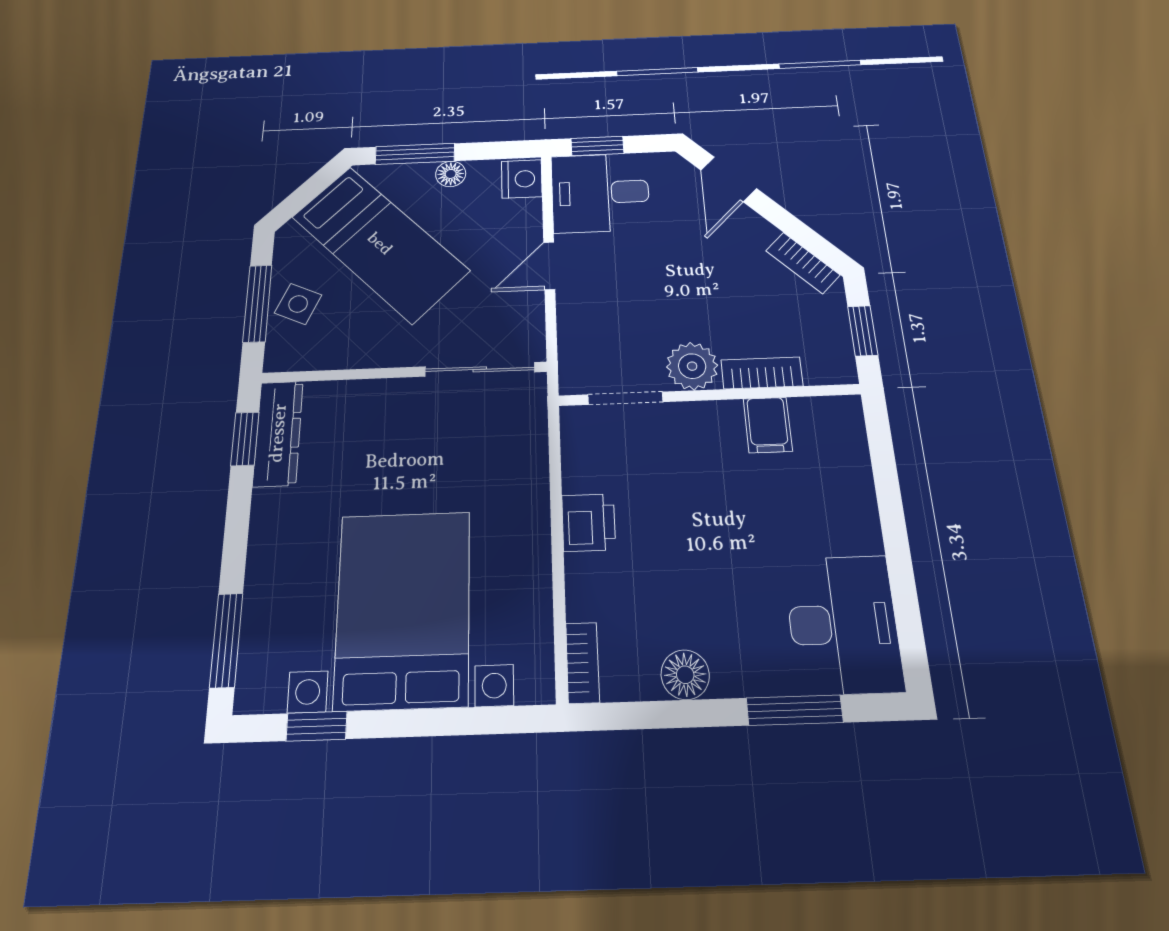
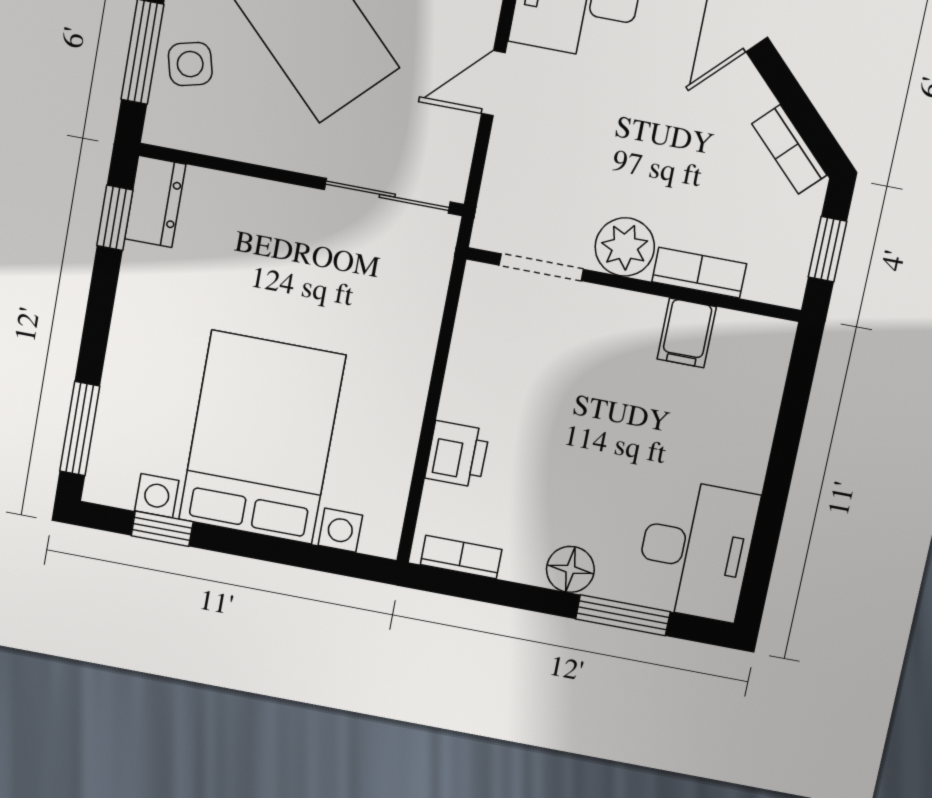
side table: (298, 304) -> (190, 64), turned -38
dresser: (278, 433) -> (155, 202), width x0.70
printer: (589, 522) -> (457, 454), moved
bookcase: (582, 663) -> (461, 557), moved, turned -90
floor lamp: (685, 675) -> (570, 569), moved

